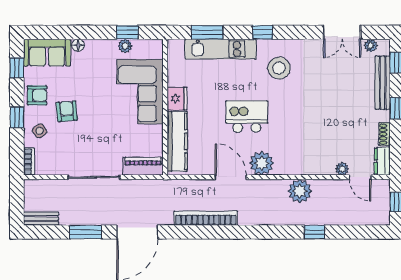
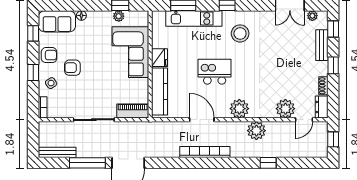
bench: (383, 83) -> (322, 45), width x0.73
armchair: (67, 111) -> (72, 68), turned -85
plant: (262, 163) -> (239, 109), moved
plant: (342, 169) -> (285, 109), width x1.88, depth x1.88
door: (360, 177) -> (304, 120), hinge flipped
bookcase: (206, 218) -> (205, 152), moved
bench: (41, 219) -> (57, 152), width x1.36
window: (86, 232) -> (87, 163), width x1.44

